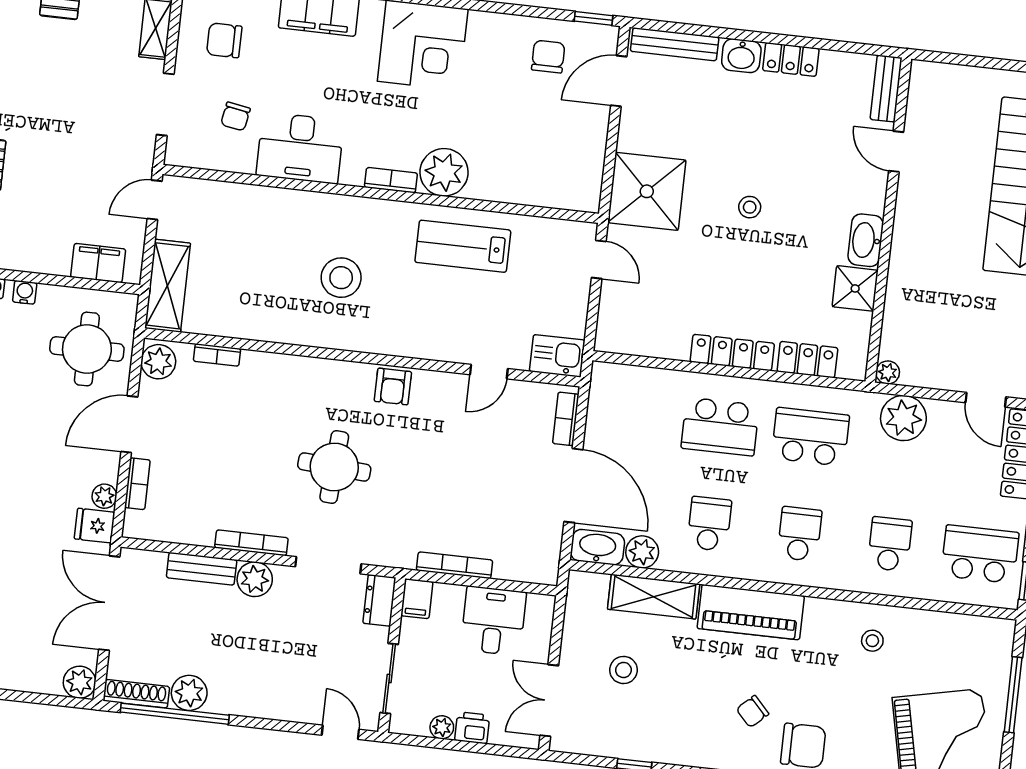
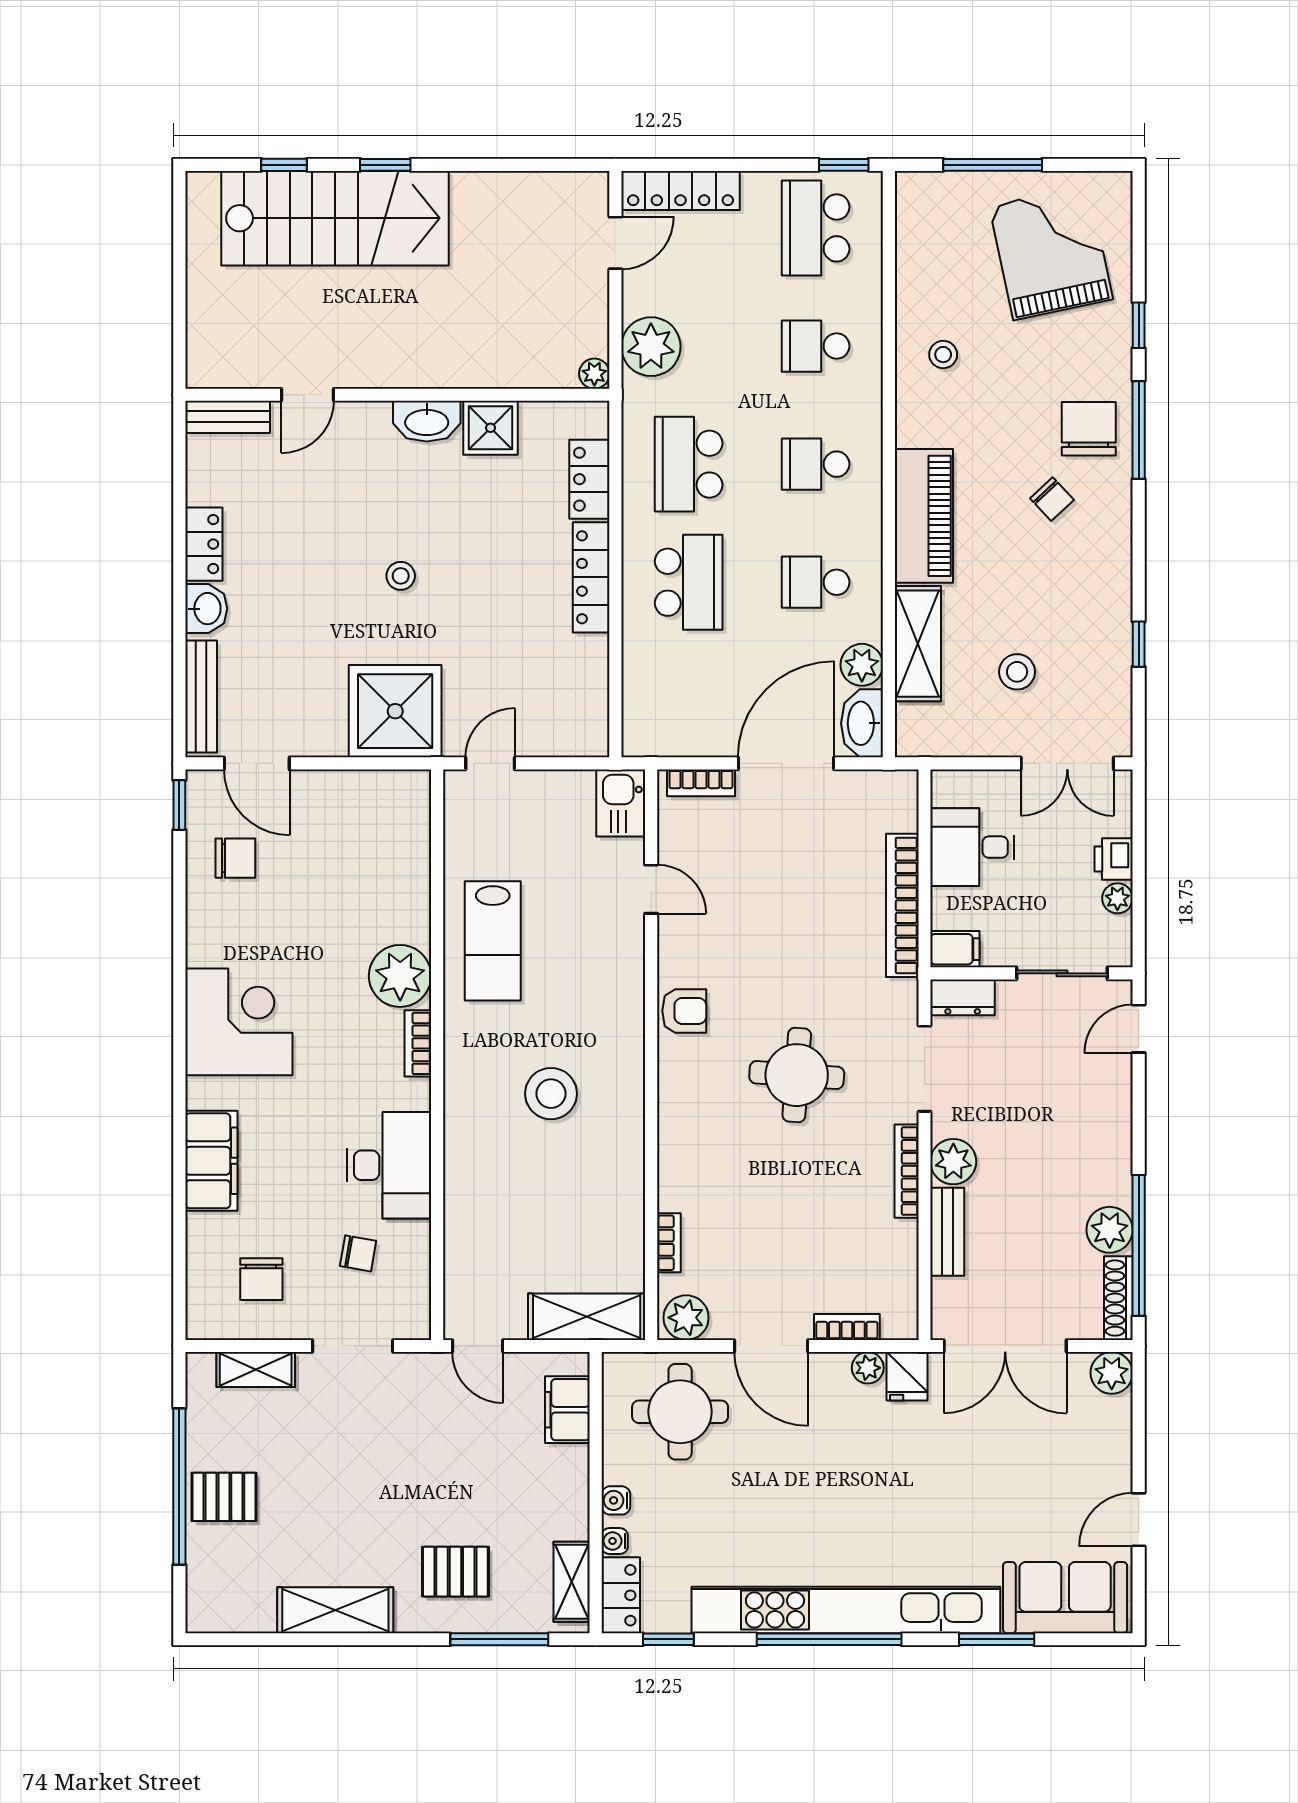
chair: (548, 57) -> (235, 858), turned 180
bookcase: (455, 565) -> (902, 905), width x1.48, depth x1.31

